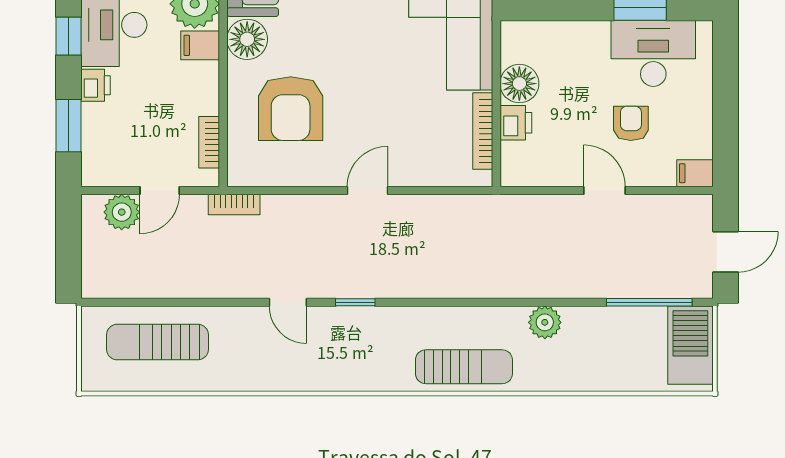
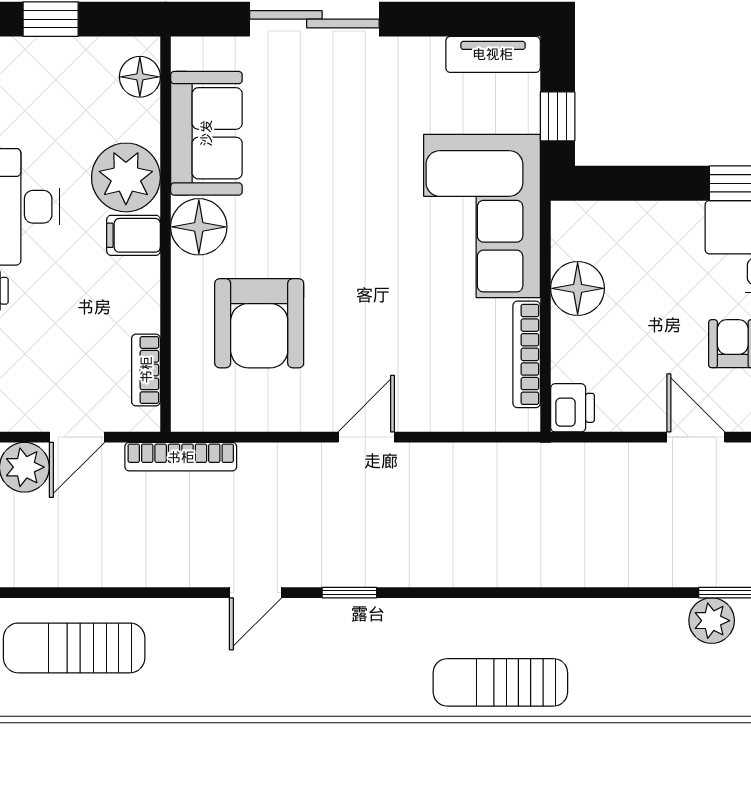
printer: (516, 123) -> (573, 408), moved
bookcase: (234, 204) -> (181, 457), width x1.56
door: (288, 302) -> (255, 593), hinge flipped
plant: (545, 322) -> (712, 621), moved
sun lounger: (464, 367) -> (500, 682), turned 180

